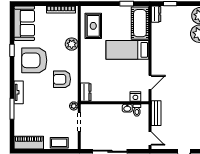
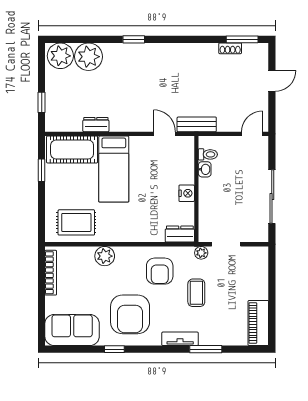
dresser: (156, 14) -> (96, 125), moved
nightstand: (135, 97) -> (187, 193), moved
bench: (156, 113) -> (197, 124), moved
coffee table: (59, 143) -> (196, 293), moved

